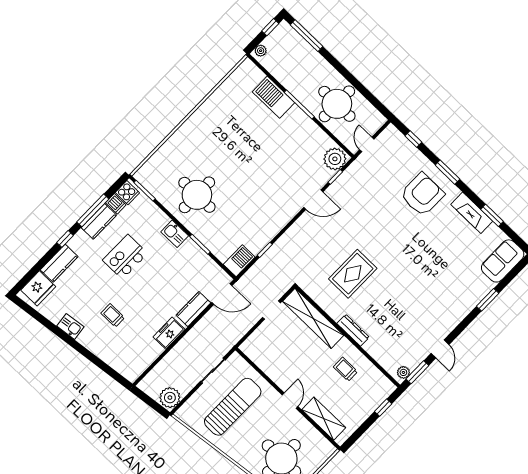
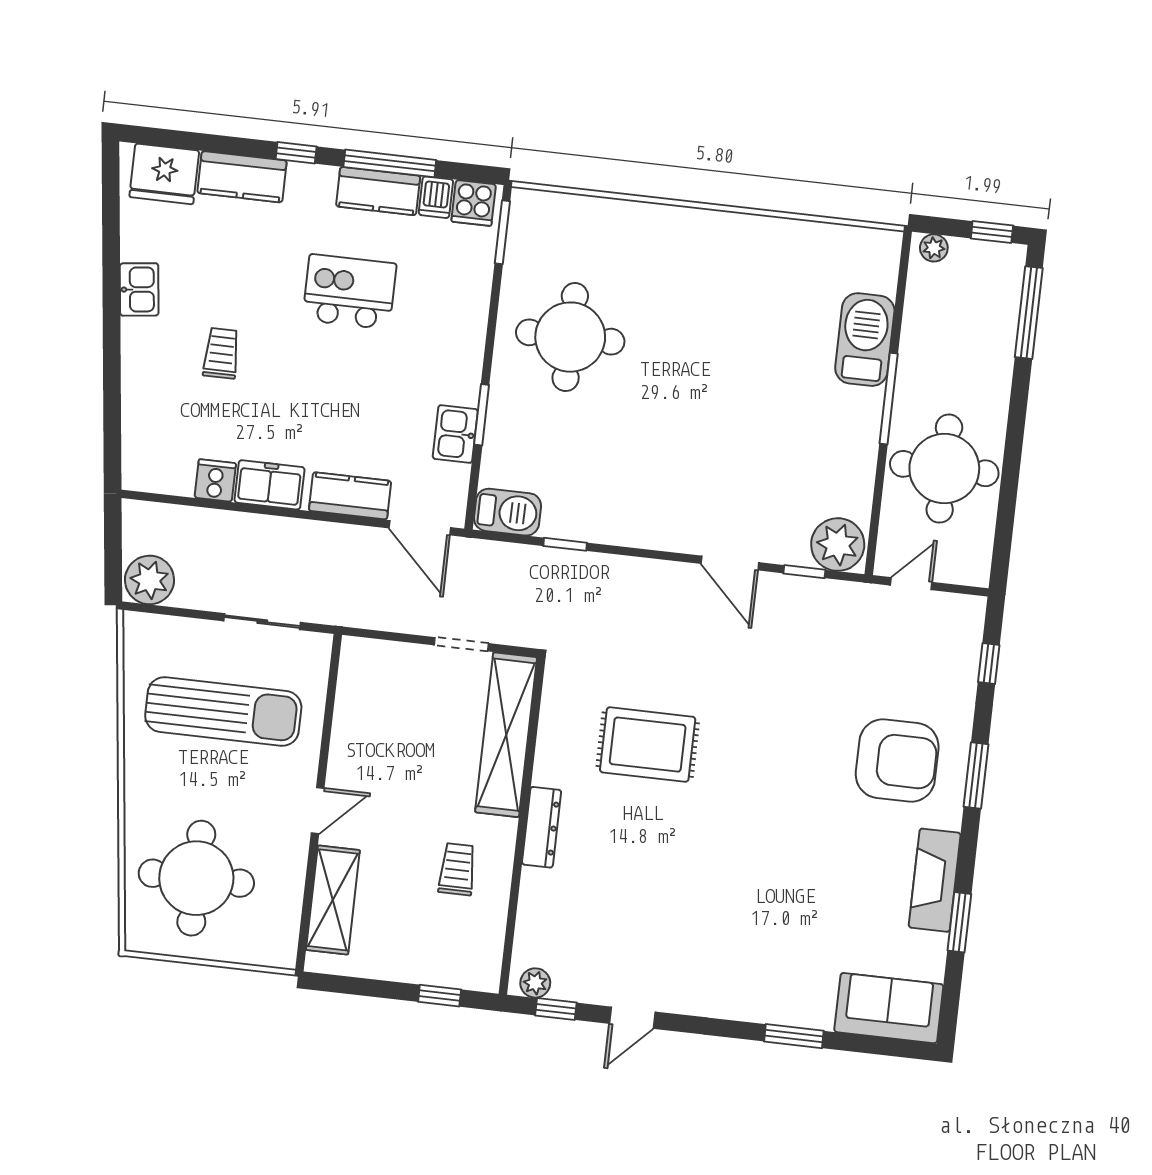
kitchen sink: (175, 234) -> (455, 434), moved
cooker: (154, 350) -> (215, 481), added
window: (417, 372) -> (556, 1009), width x0.67

